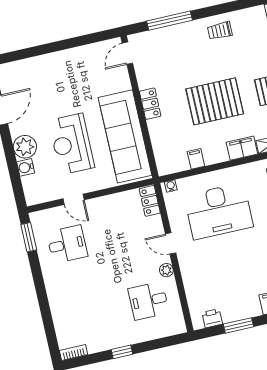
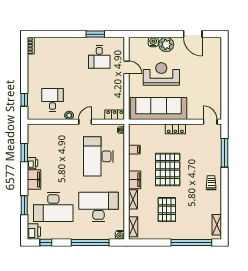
door: (74, 199) -> (126, 67), swing flipped
window: (29, 237) -> (95, 34), moved
printer: (212, 318) -> (33, 163), moved
window: (122, 352) -> (24, 100), moved

